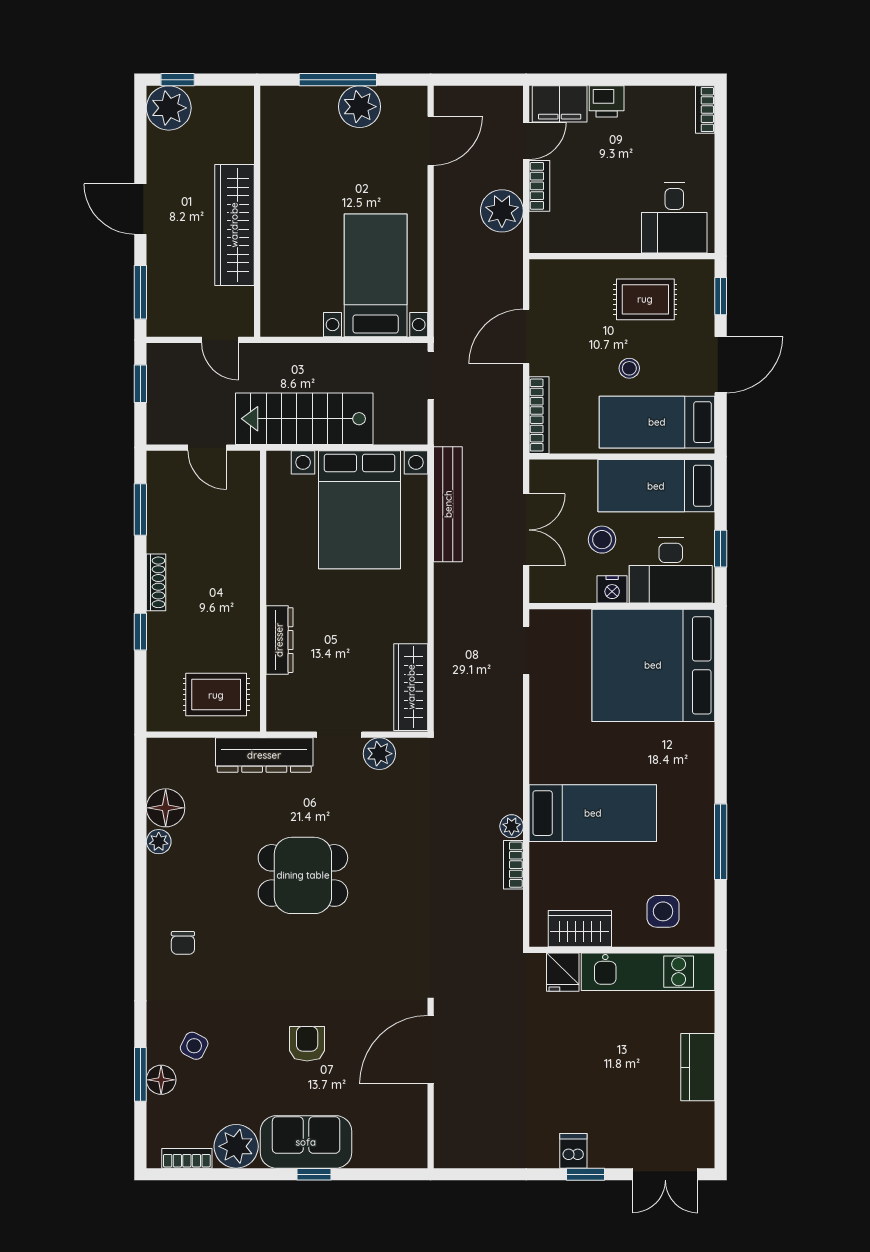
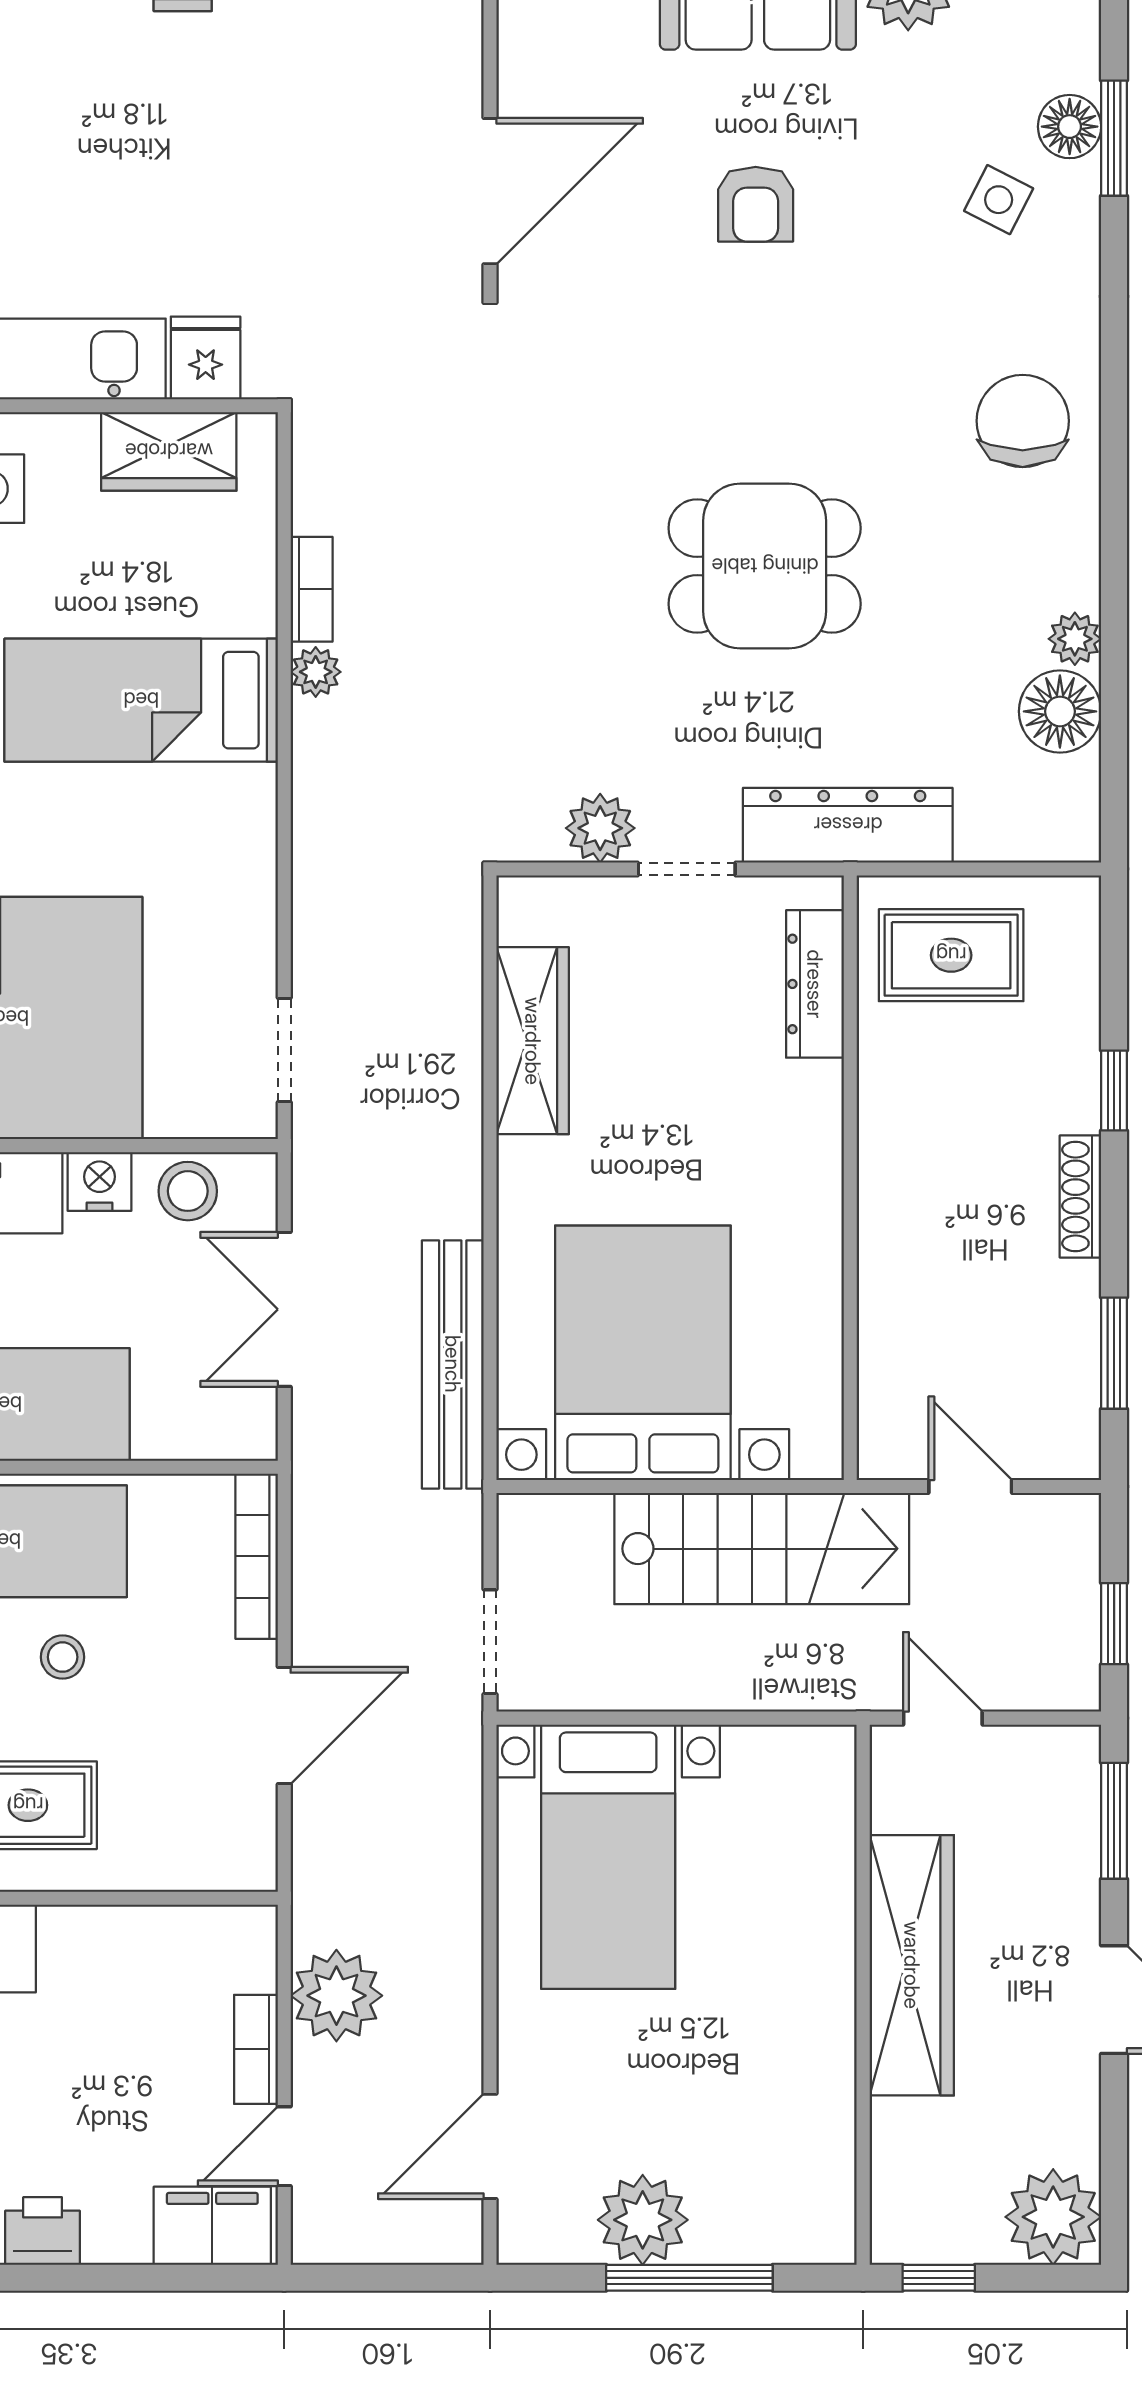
window: (178, 80) -> (939, 2278), moved
printer: (607, 101) -> (43, 2231), moved
stool: (602, 540) -> (188, 1191), moved
dresser: (279, 640) -> (815, 984), moved
wardrobe: (411, 687) -> (533, 1041), moved
chair: (183, 943) -> (1023, 421), width x1.87, depth x1.87

